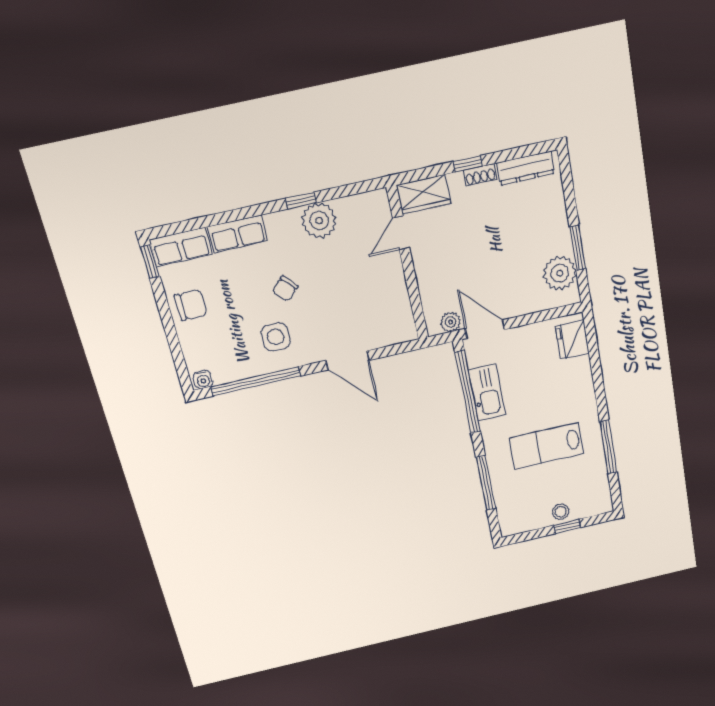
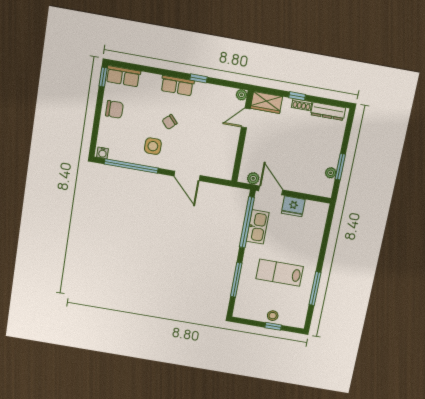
plant: (319, 221) -> (242, 95), moved, width x0.53, depth x0.53
row of seats: (238, 234) -> (177, 86), moved
plant: (560, 273) -> (331, 173), width x0.53, depth x0.53
fridge: (572, 340) -> (293, 206), moved, turned -90

